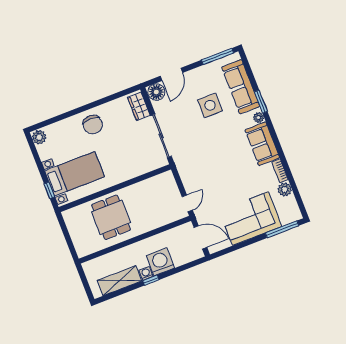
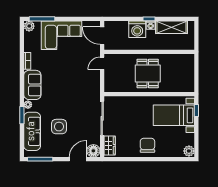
plant: (285, 190) -> (29, 26), moved
dining table: (111, 217) -> (148, 73), moved

